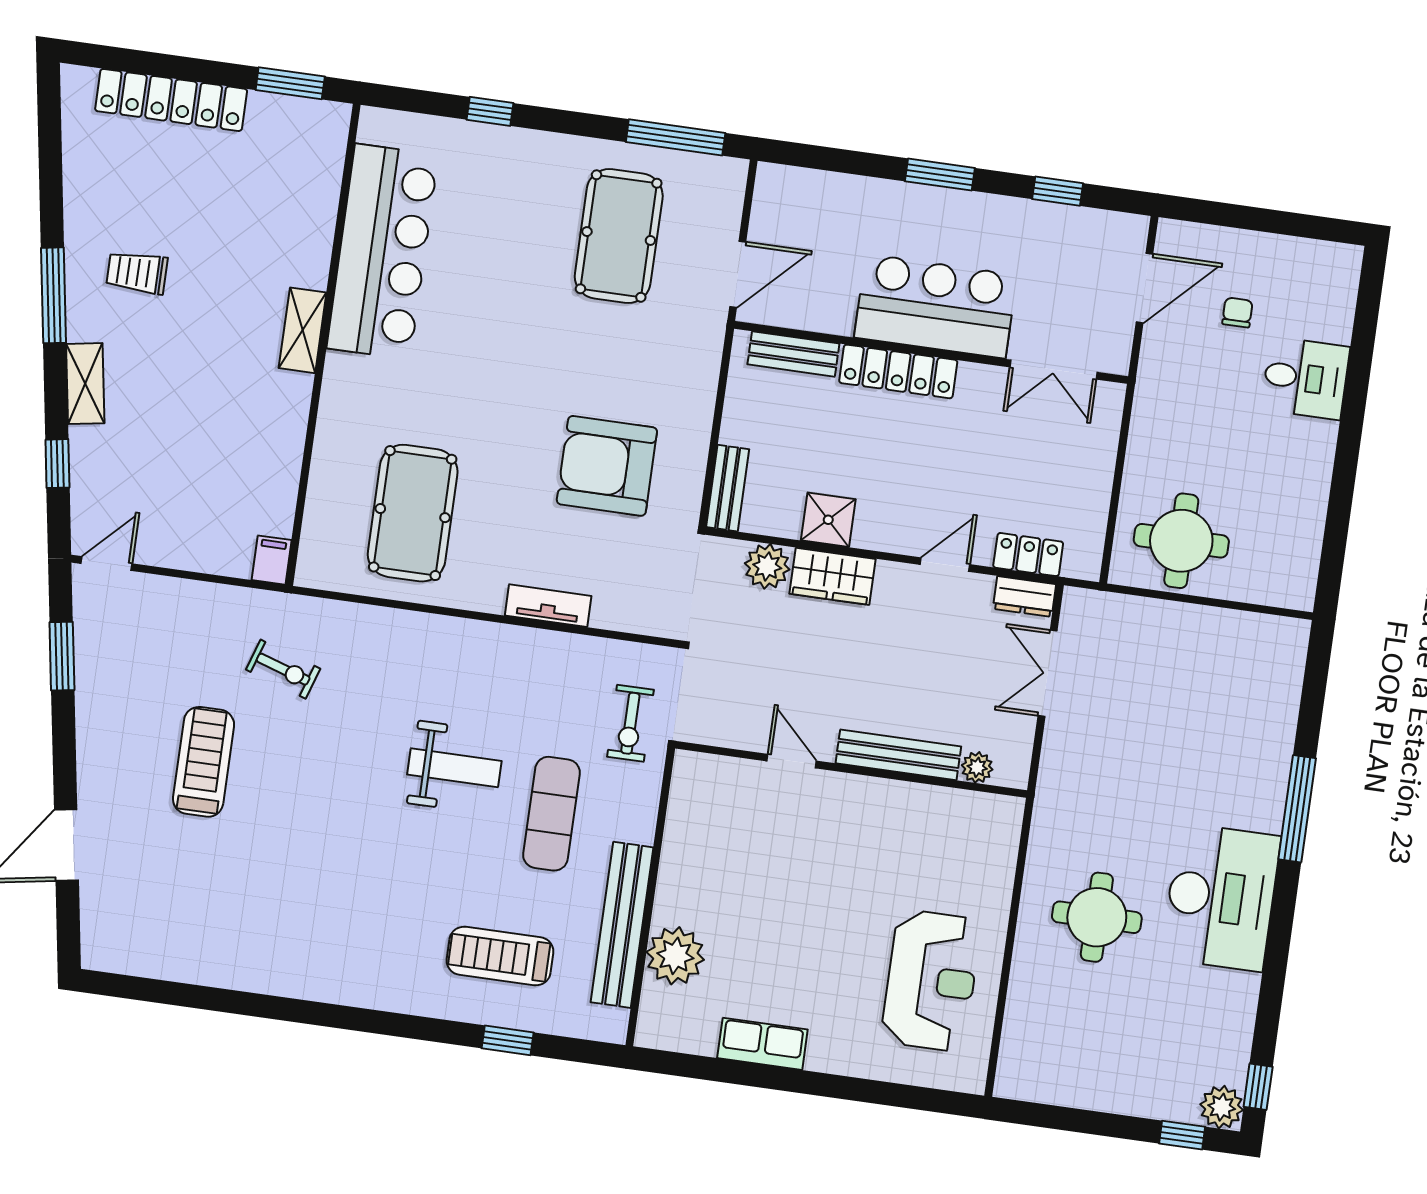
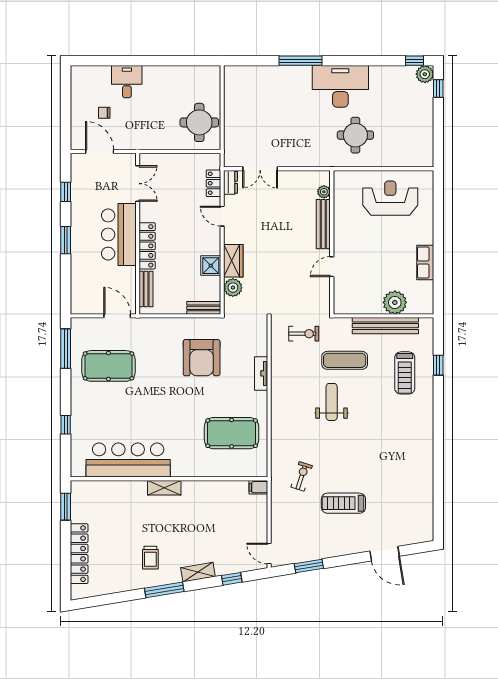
bench: (898, 755) -> (323, 224), moved
door: (792, 761) -> (332, 267), moved
plant: (977, 767) -> (324, 192), moved
wall: (851, 769) -> (332, 242), moved

